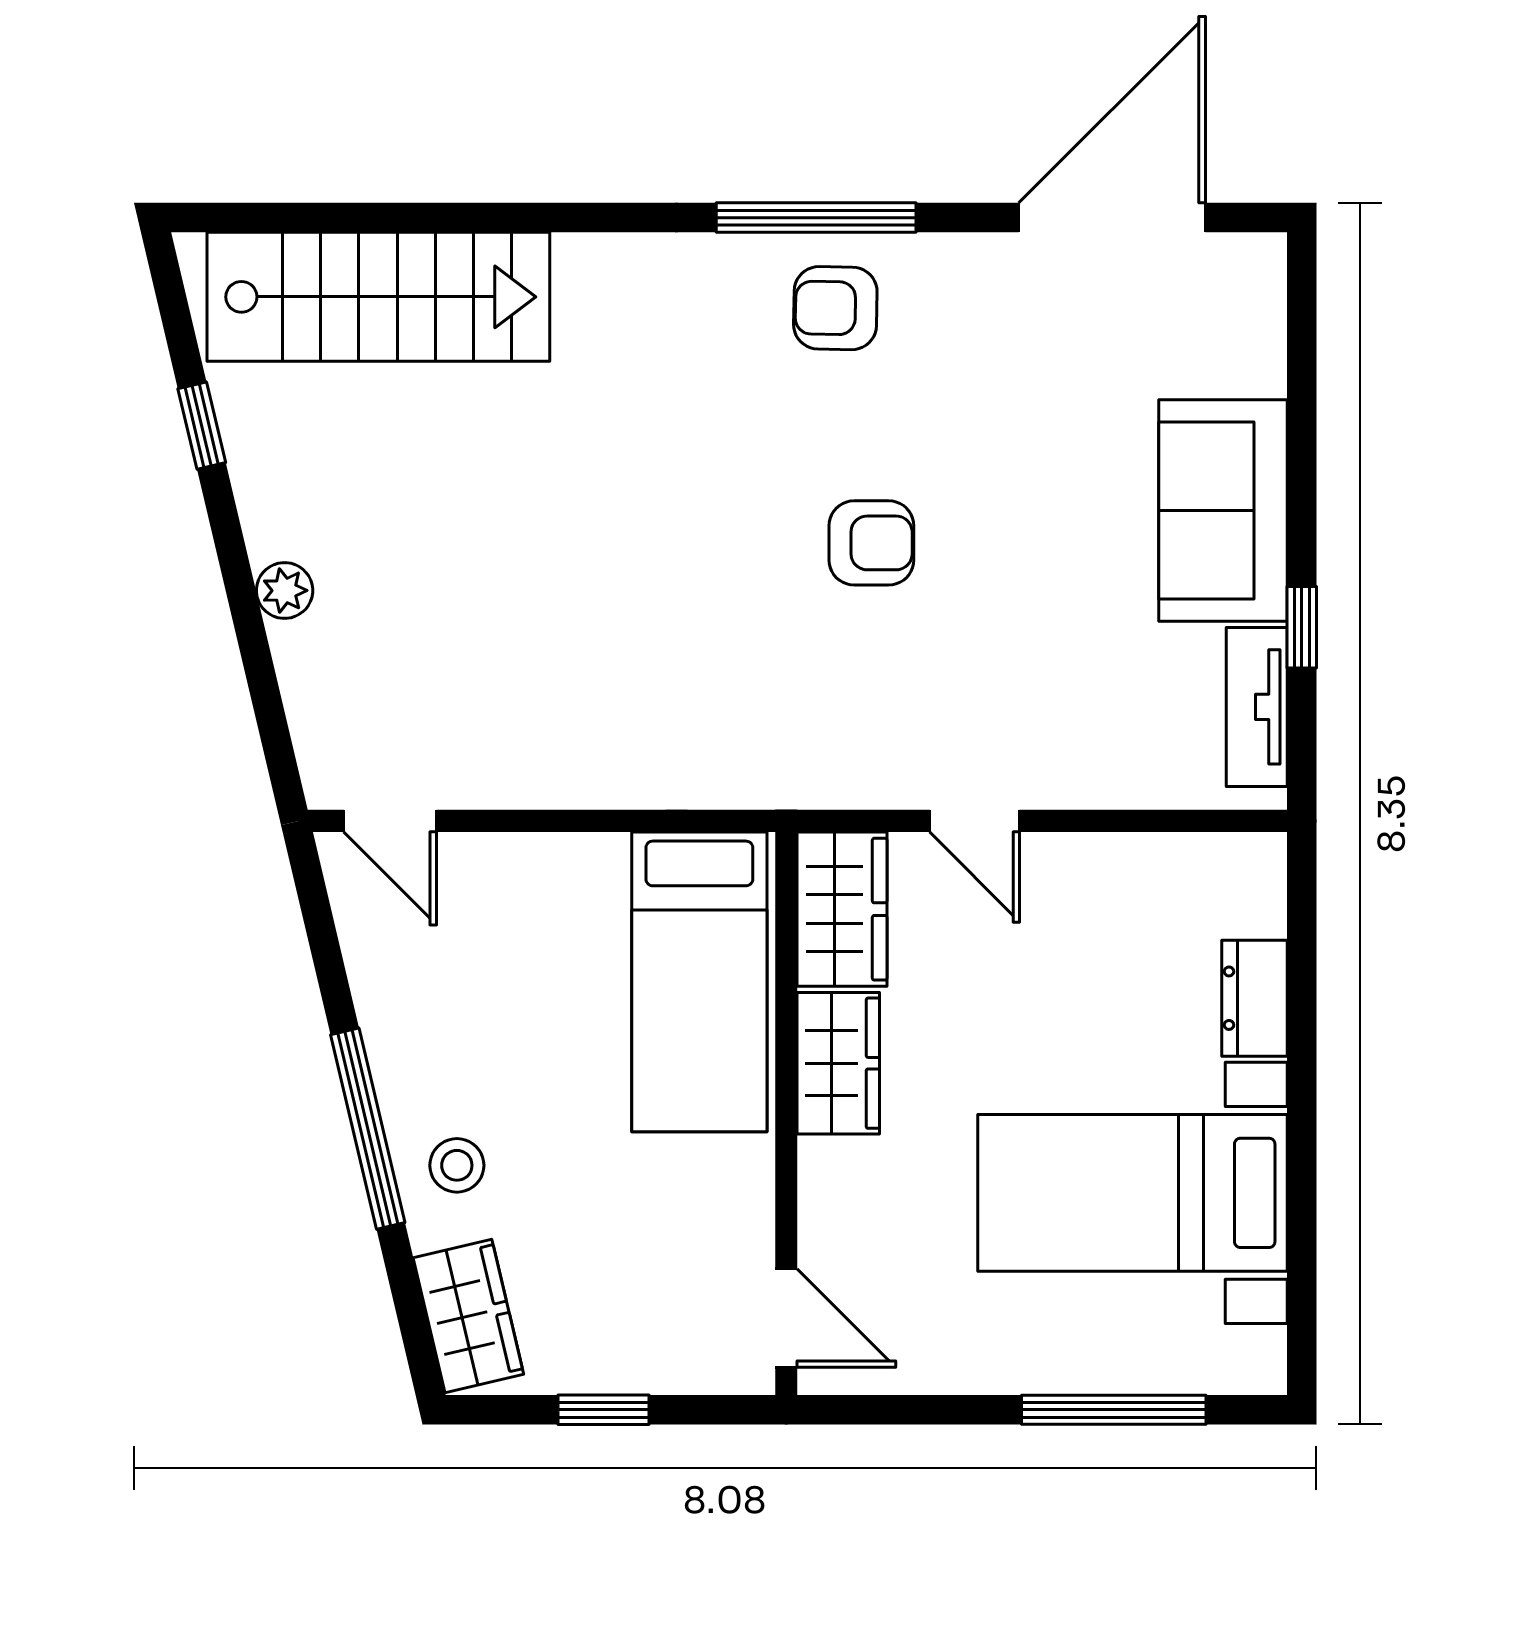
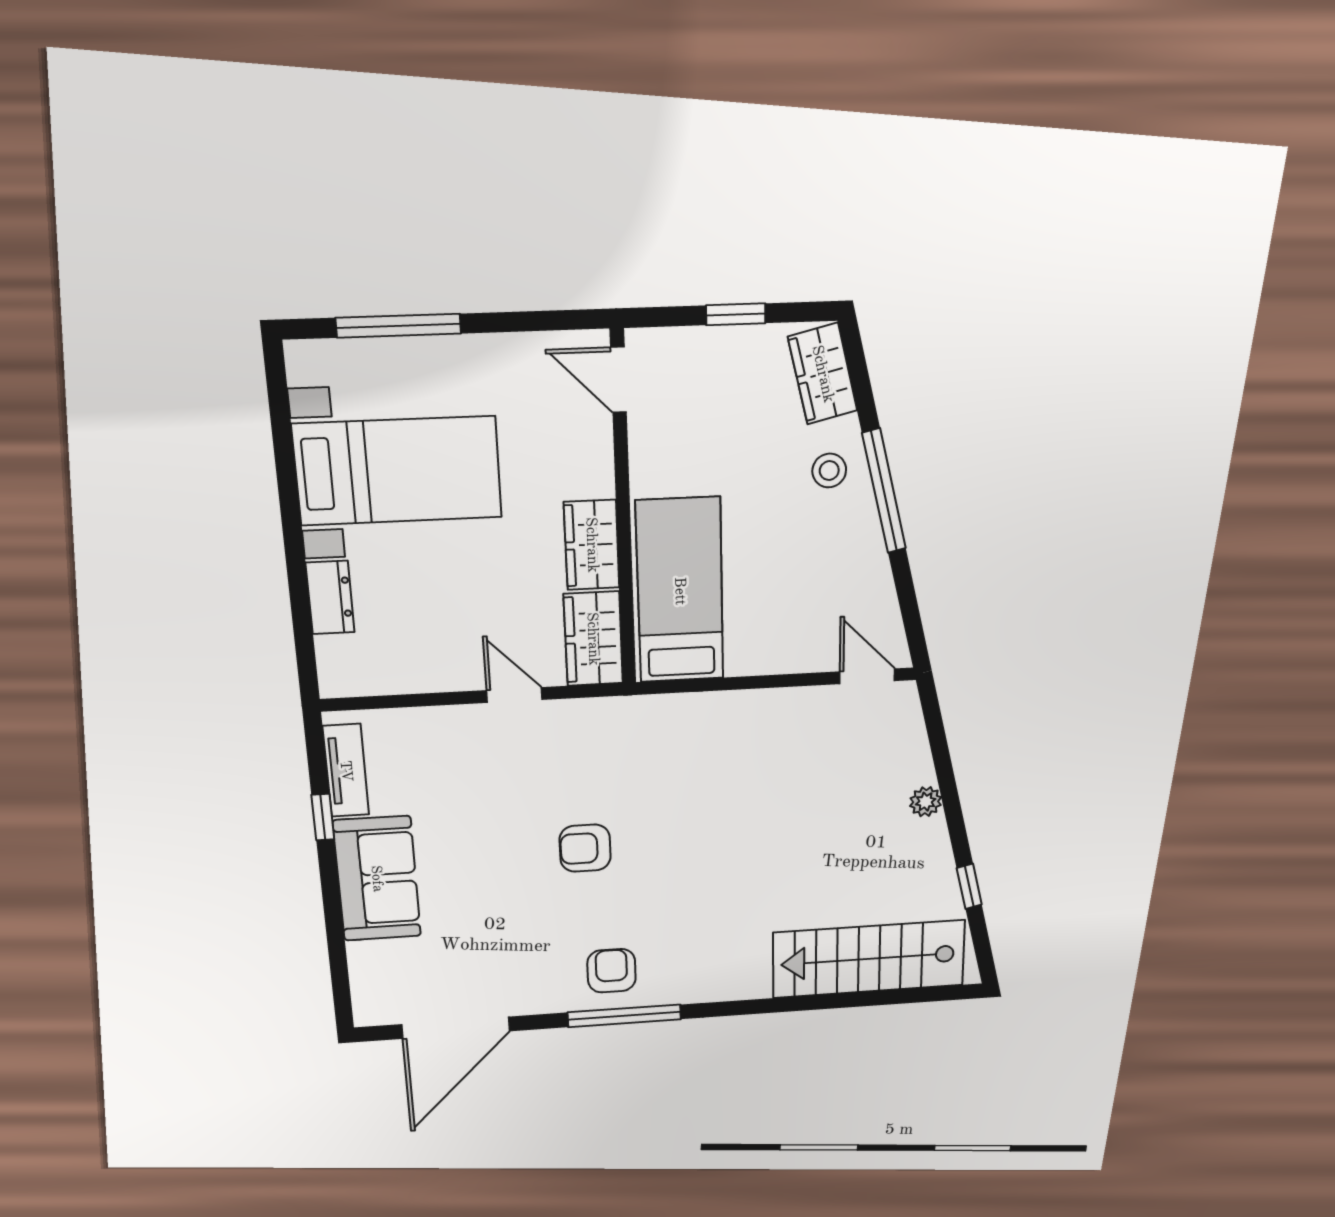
armchair: (835, 308) -> (611, 971), turned -91

